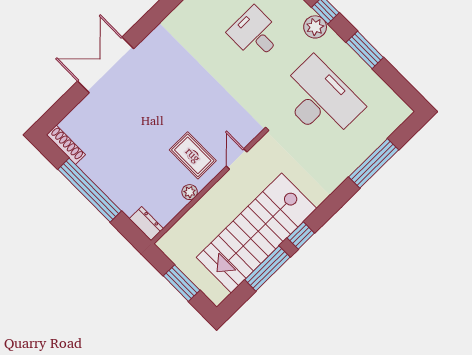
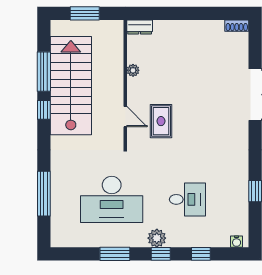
shoe rack: (66, 145) -> (237, 26), width x0.70
rug: (193, 155) -> (161, 121), moved, turned 90
window: (90, 190) -> (192, 13), removed

